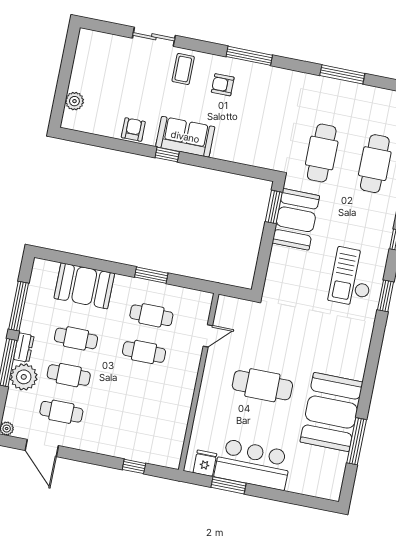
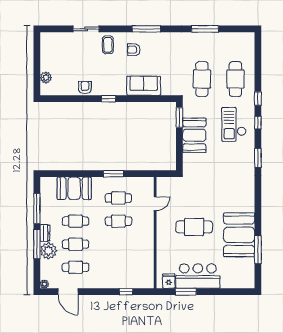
sofa: (185, 137) -> (144, 86), moved
booth: (296, 219) -> (194, 135), moved
checkout: (352, 277) -> (234, 124), moved

